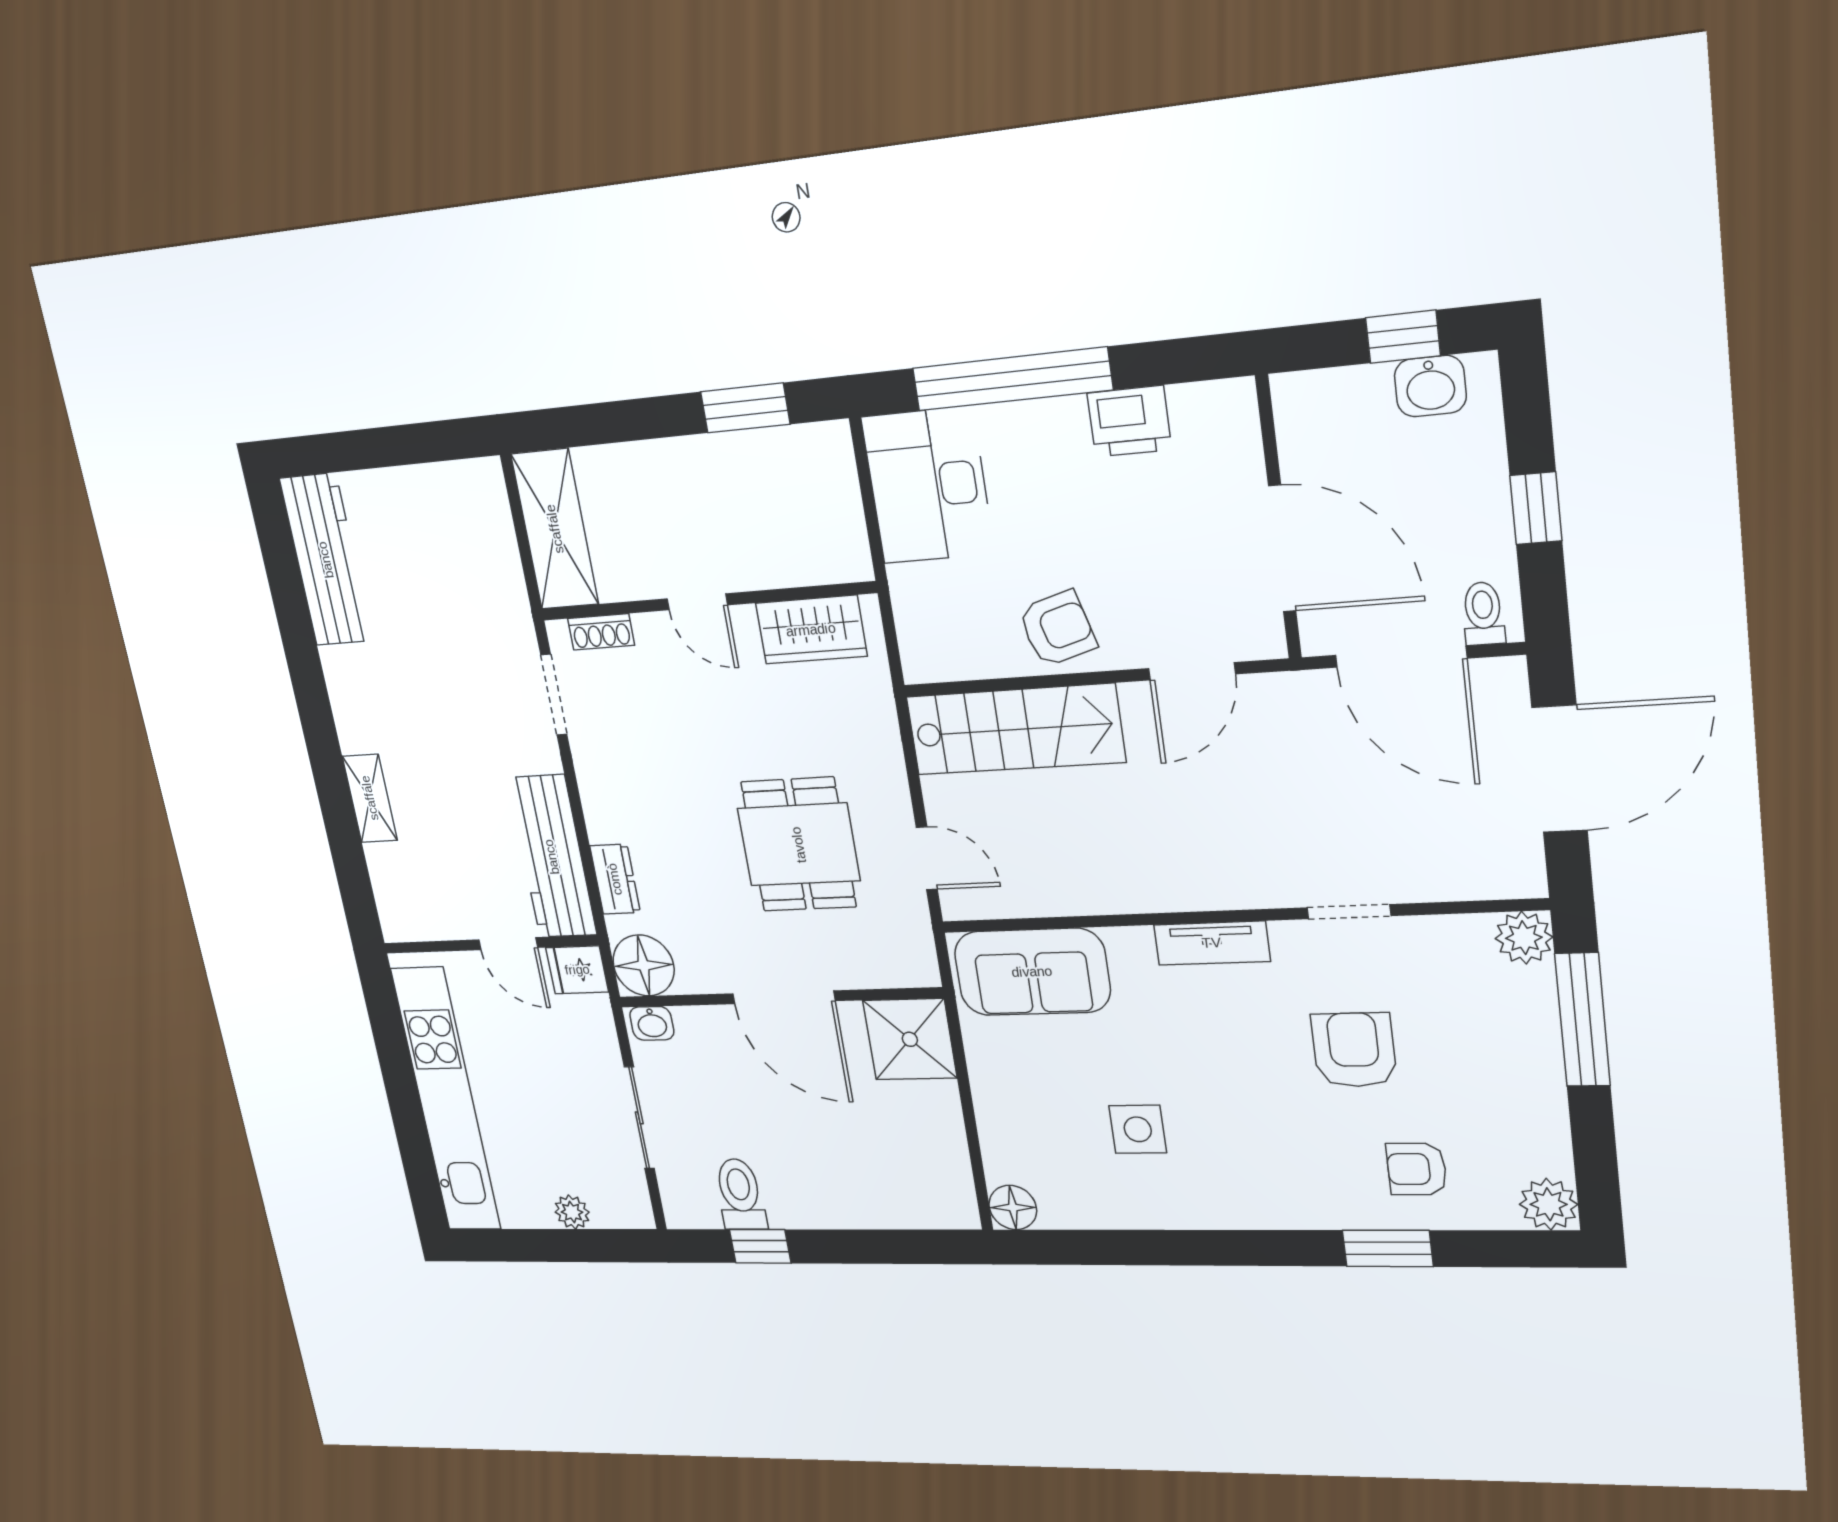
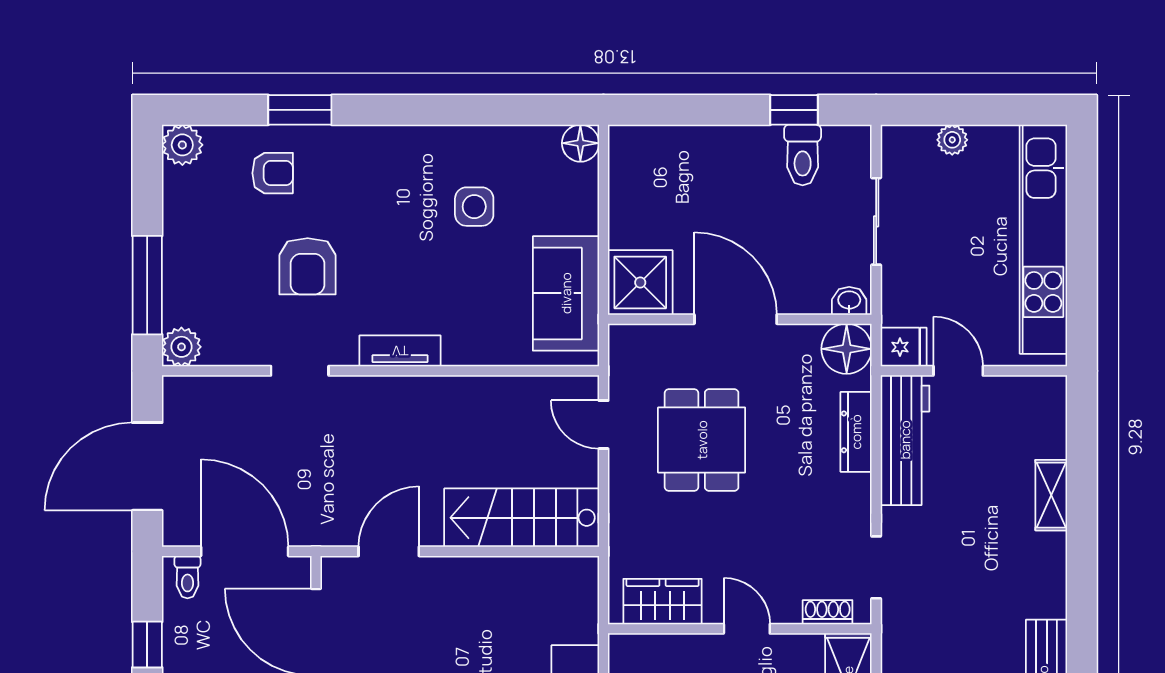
armchair: (1057, 629) -> (480, 589), removed
dresser: (615, 879) -> (856, 432), width x1.44
sofa: (1032, 972) -> (566, 293), moved, turned -90

